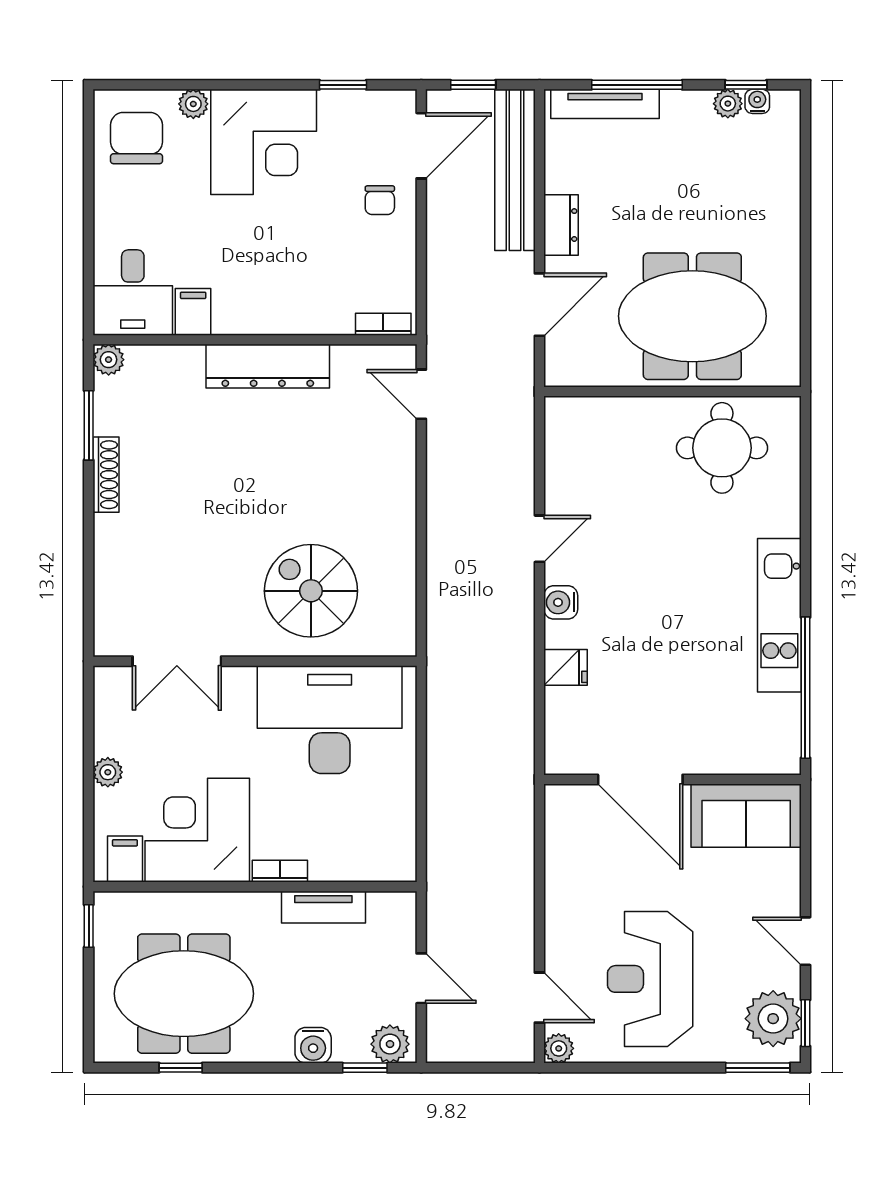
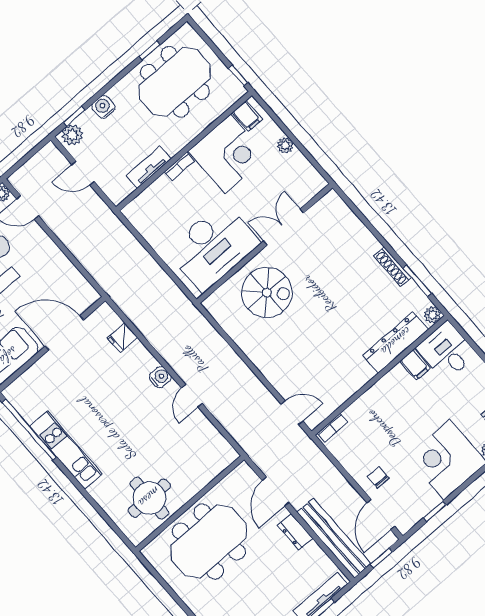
dresser: (268, 366) -> (396, 342), moved
double door: (177, 661) -> (284, 227), moved
fridge: (565, 667) -> (122, 338), moved

